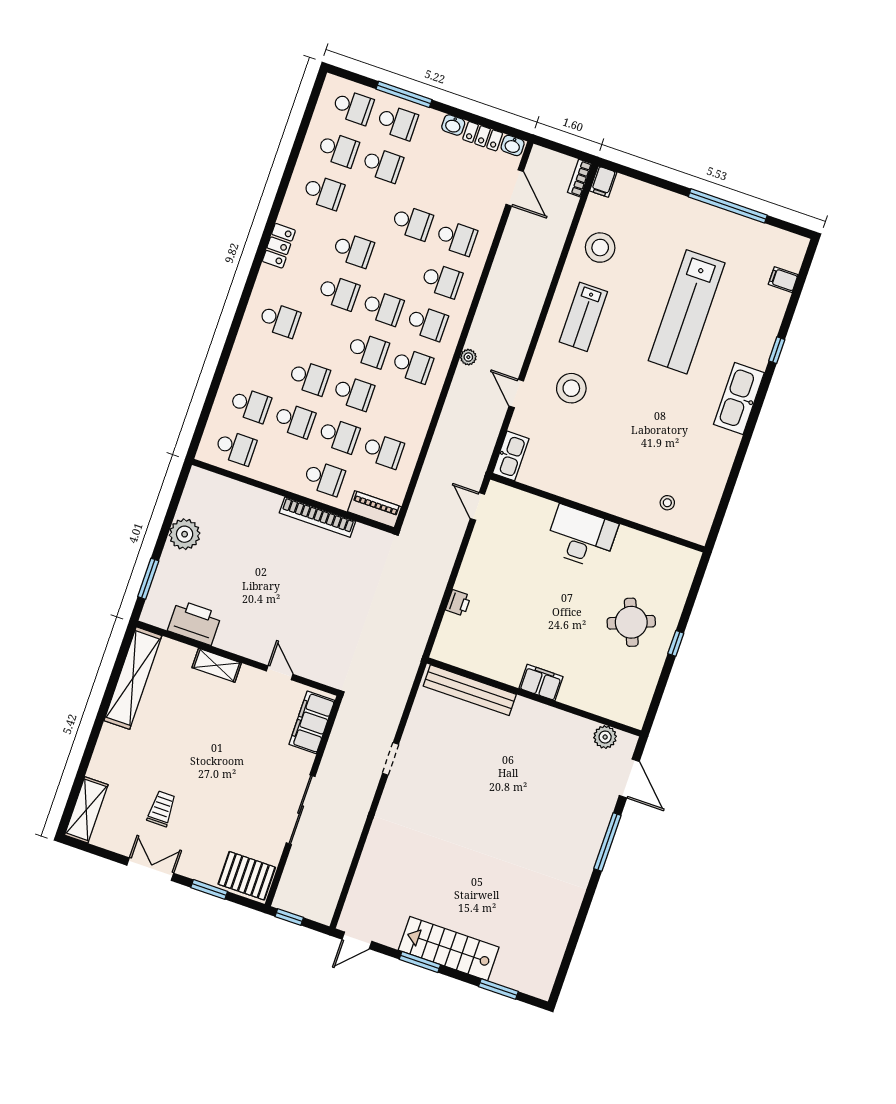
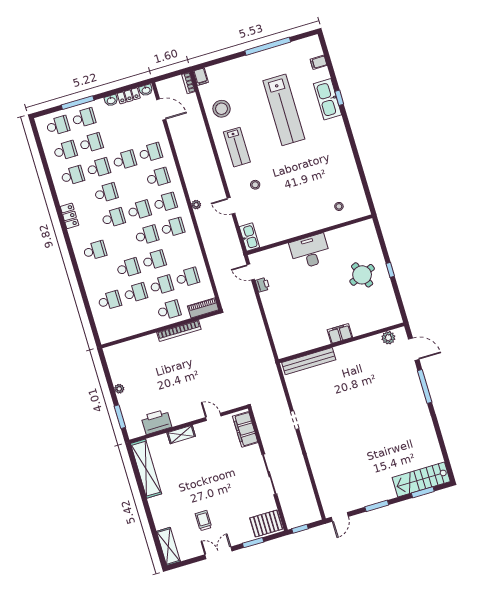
stool: (571, 388) -> (255, 185), width x0.53, depth x0.53
kitchen sink: (739, 399) -> (328, 99), moved
school desk: (236, 448) -> (99, 168), moved
plant: (185, 534) -> (119, 389), width x0.53, depth x0.53
printer: (458, 603) -> (262, 285), moved
stairs: (449, 949) -> (421, 479), moved

